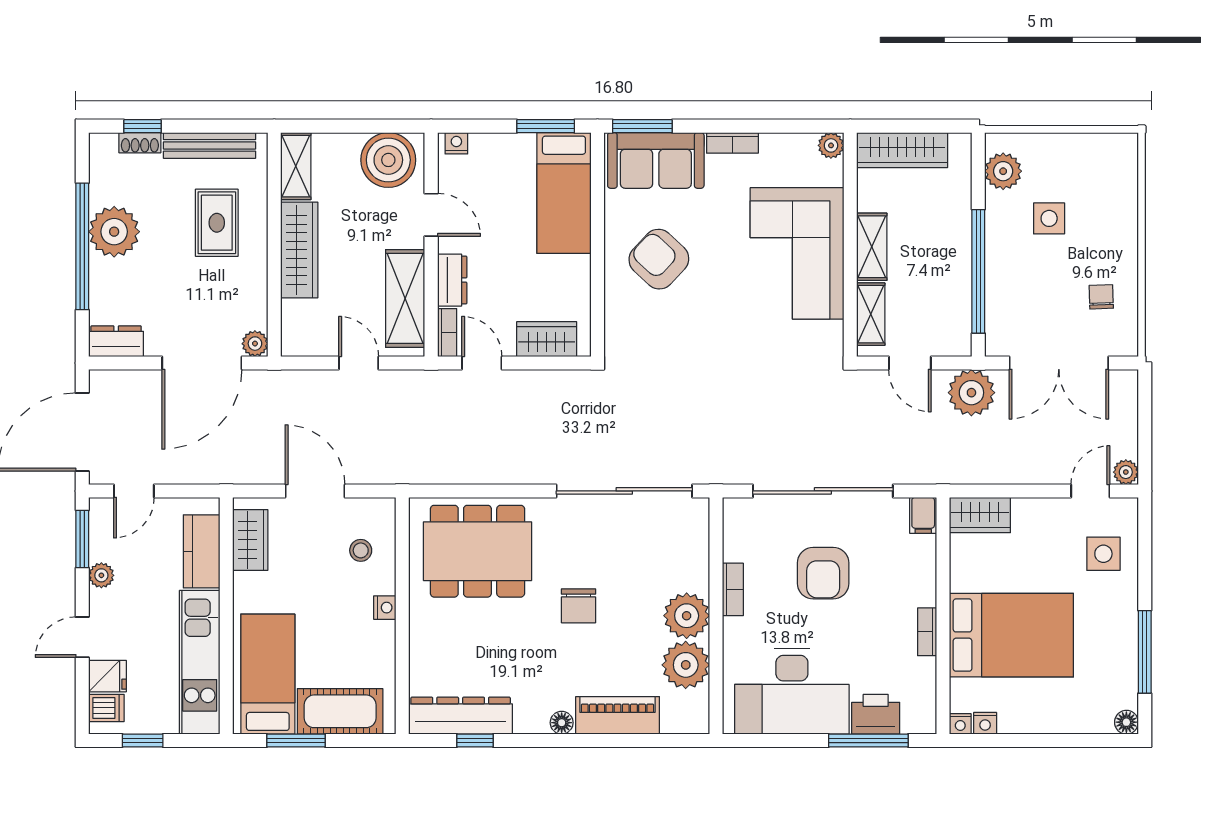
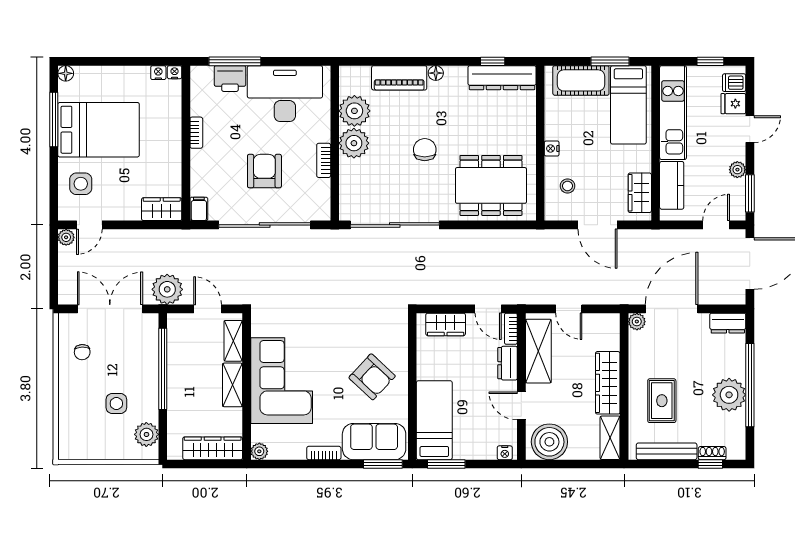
bed: (1011, 635) -> (99, 130), moved, turned 180

